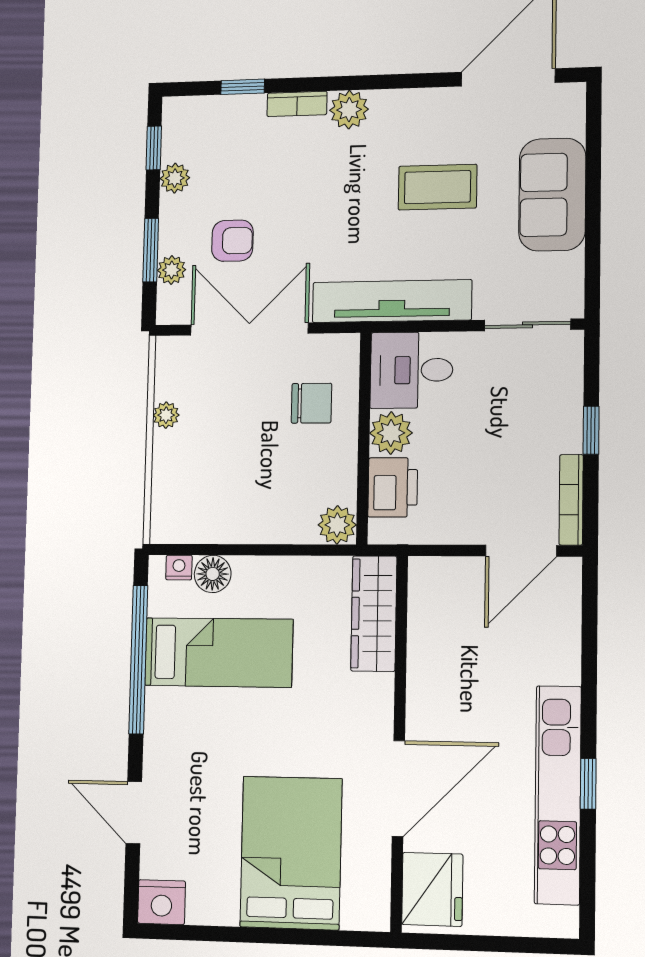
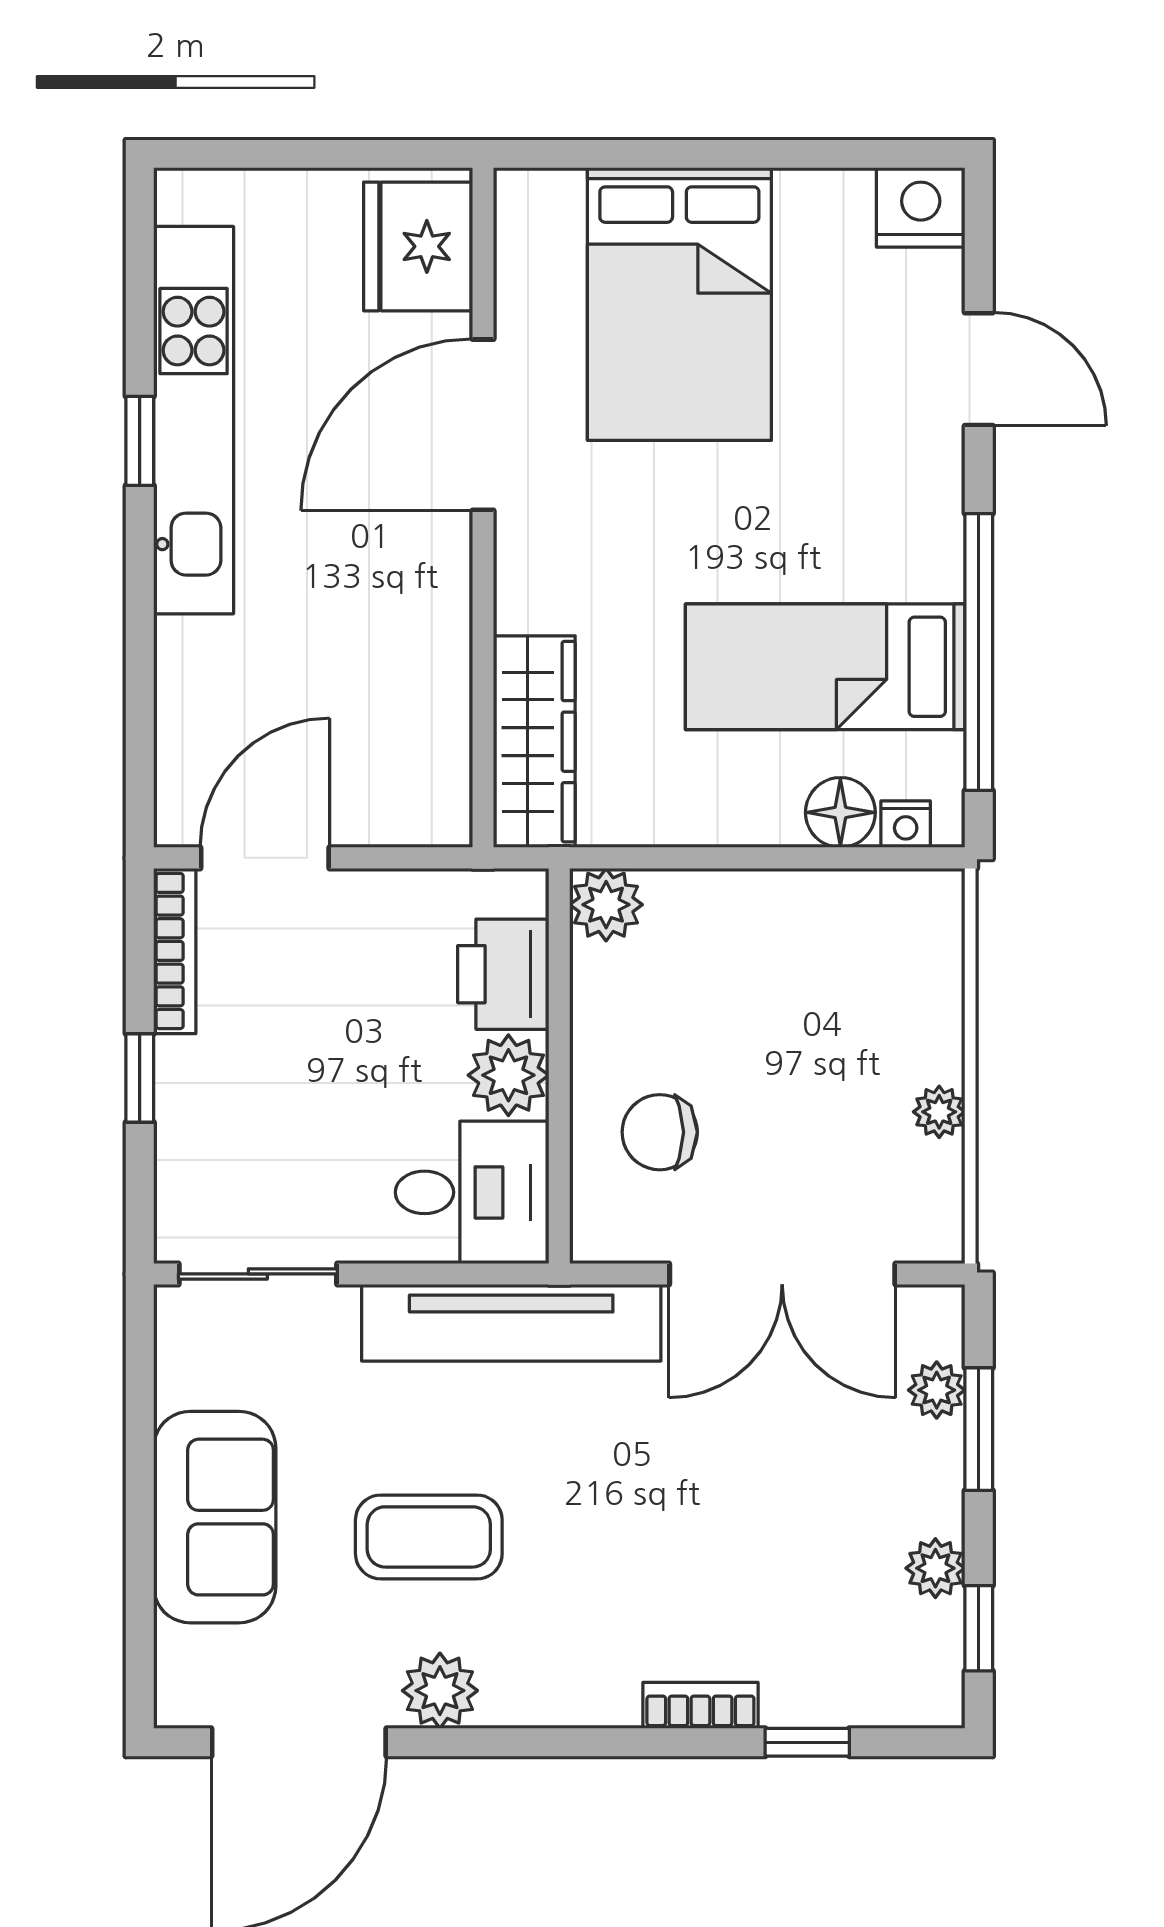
plant: (349, 110) -> (440, 1691), moved
armchair: (232, 241) -> (819, 1444), removed

